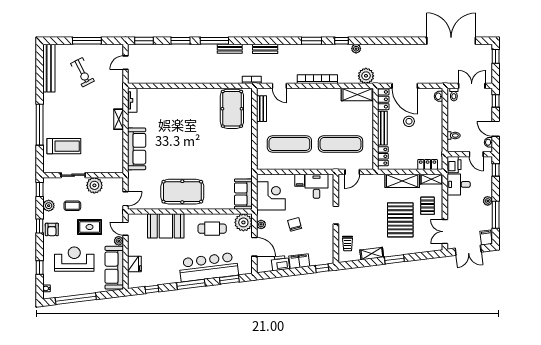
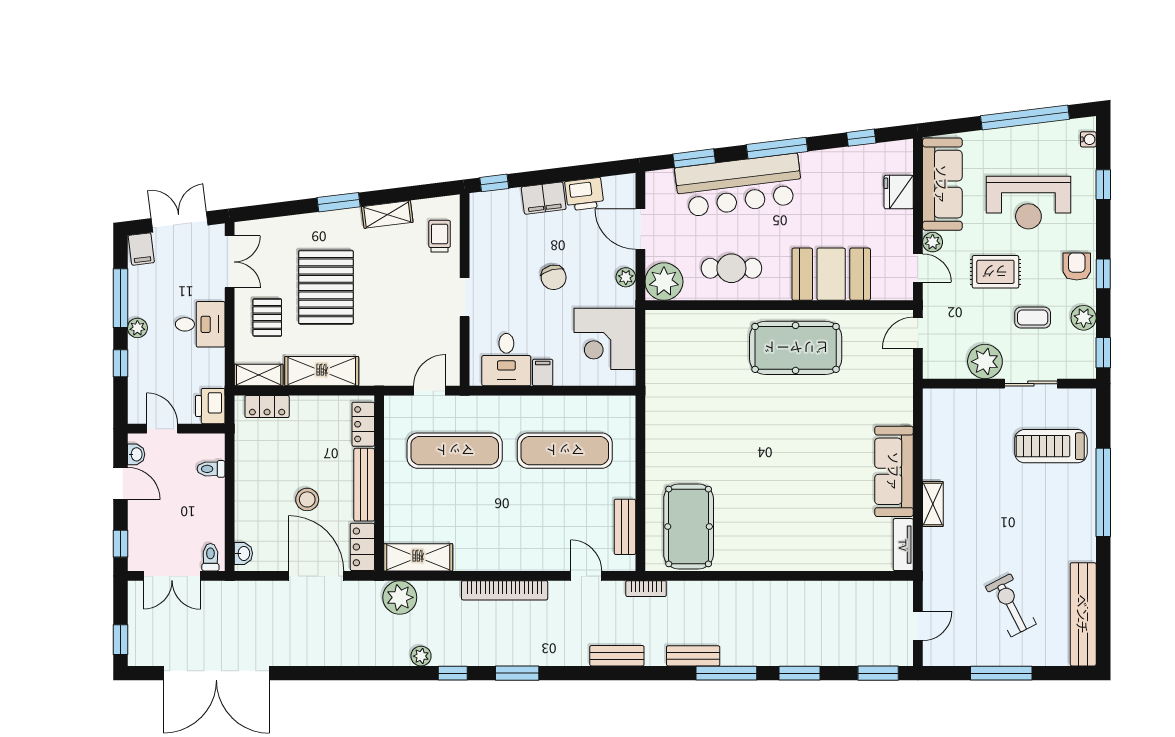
sofa: (137, 149) -> (894, 471), moved
window: (496, 170) -> (120, 363), moved
desk: (459, 184) -> (200, 324), moved
sofa: (243, 194) -> (664, 343), removed

